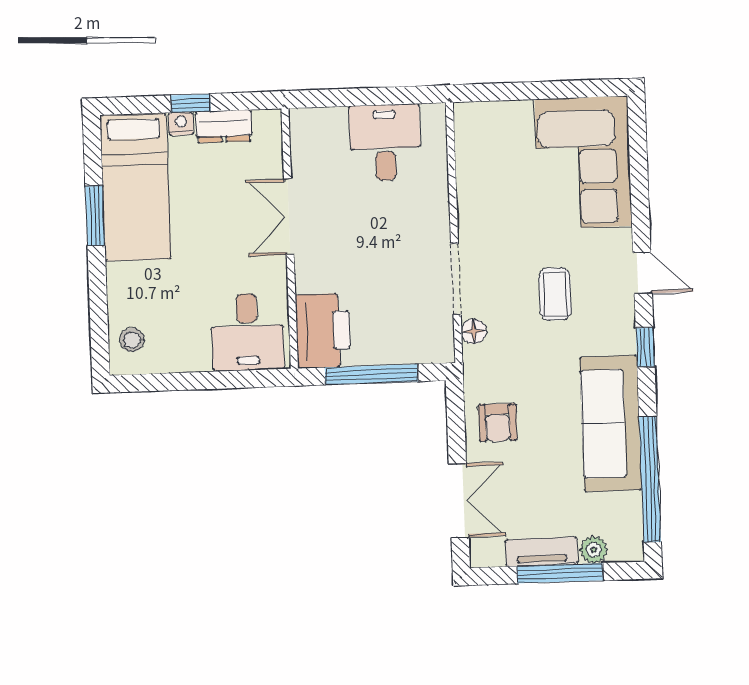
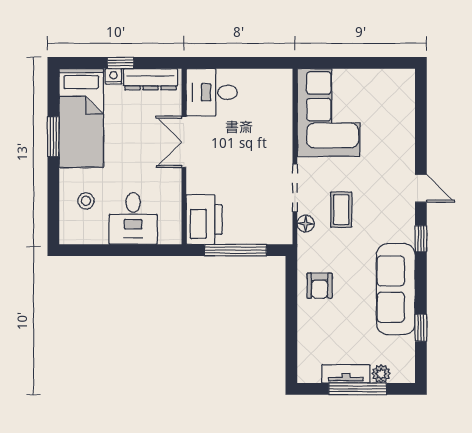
dresser: (224, 126) -> (151, 79), width x1.44
desk: (385, 142) -> (212, 92), moved, turned -90
corner sofa: (583, 163) -> (328, 113), moved, turned 180
coffee table: (555, 294) -> (341, 210), moved
desk: (247, 332) -> (133, 218), moved
stool: (132, 340) -> (86, 201), moved
window: (650, 479) -> (421, 328), width x0.32
double door: (459, 500) -> (291, 337), removed

